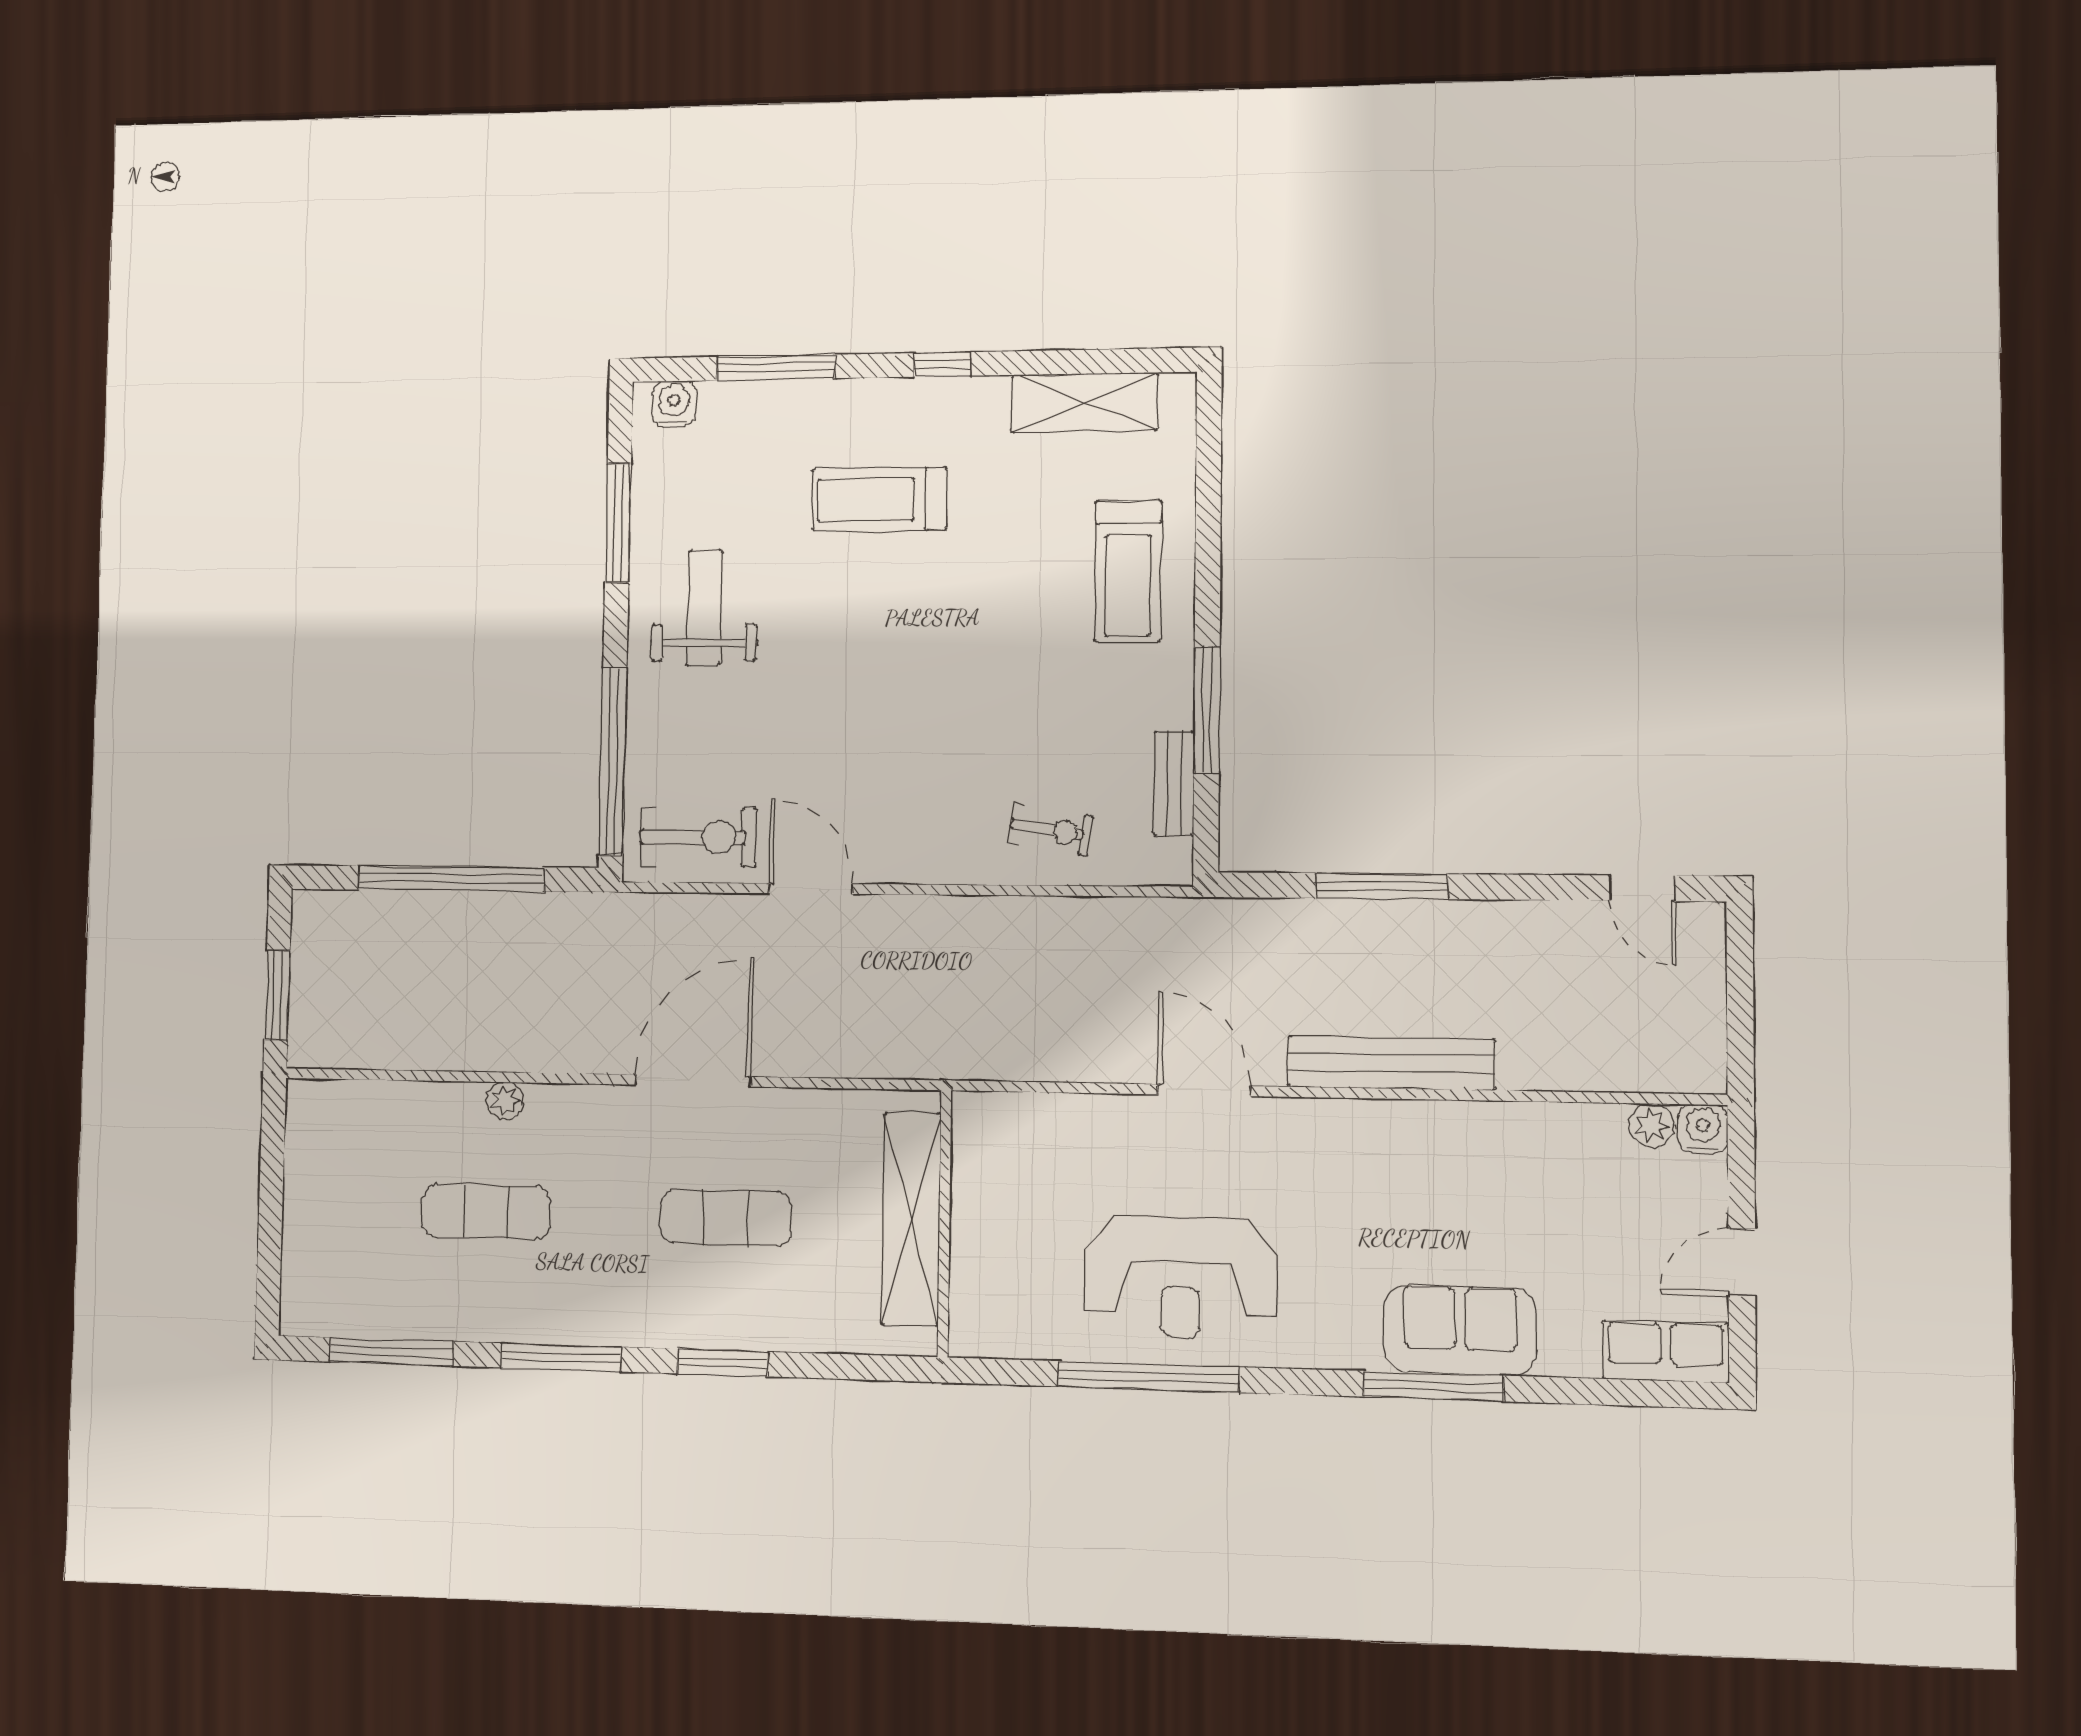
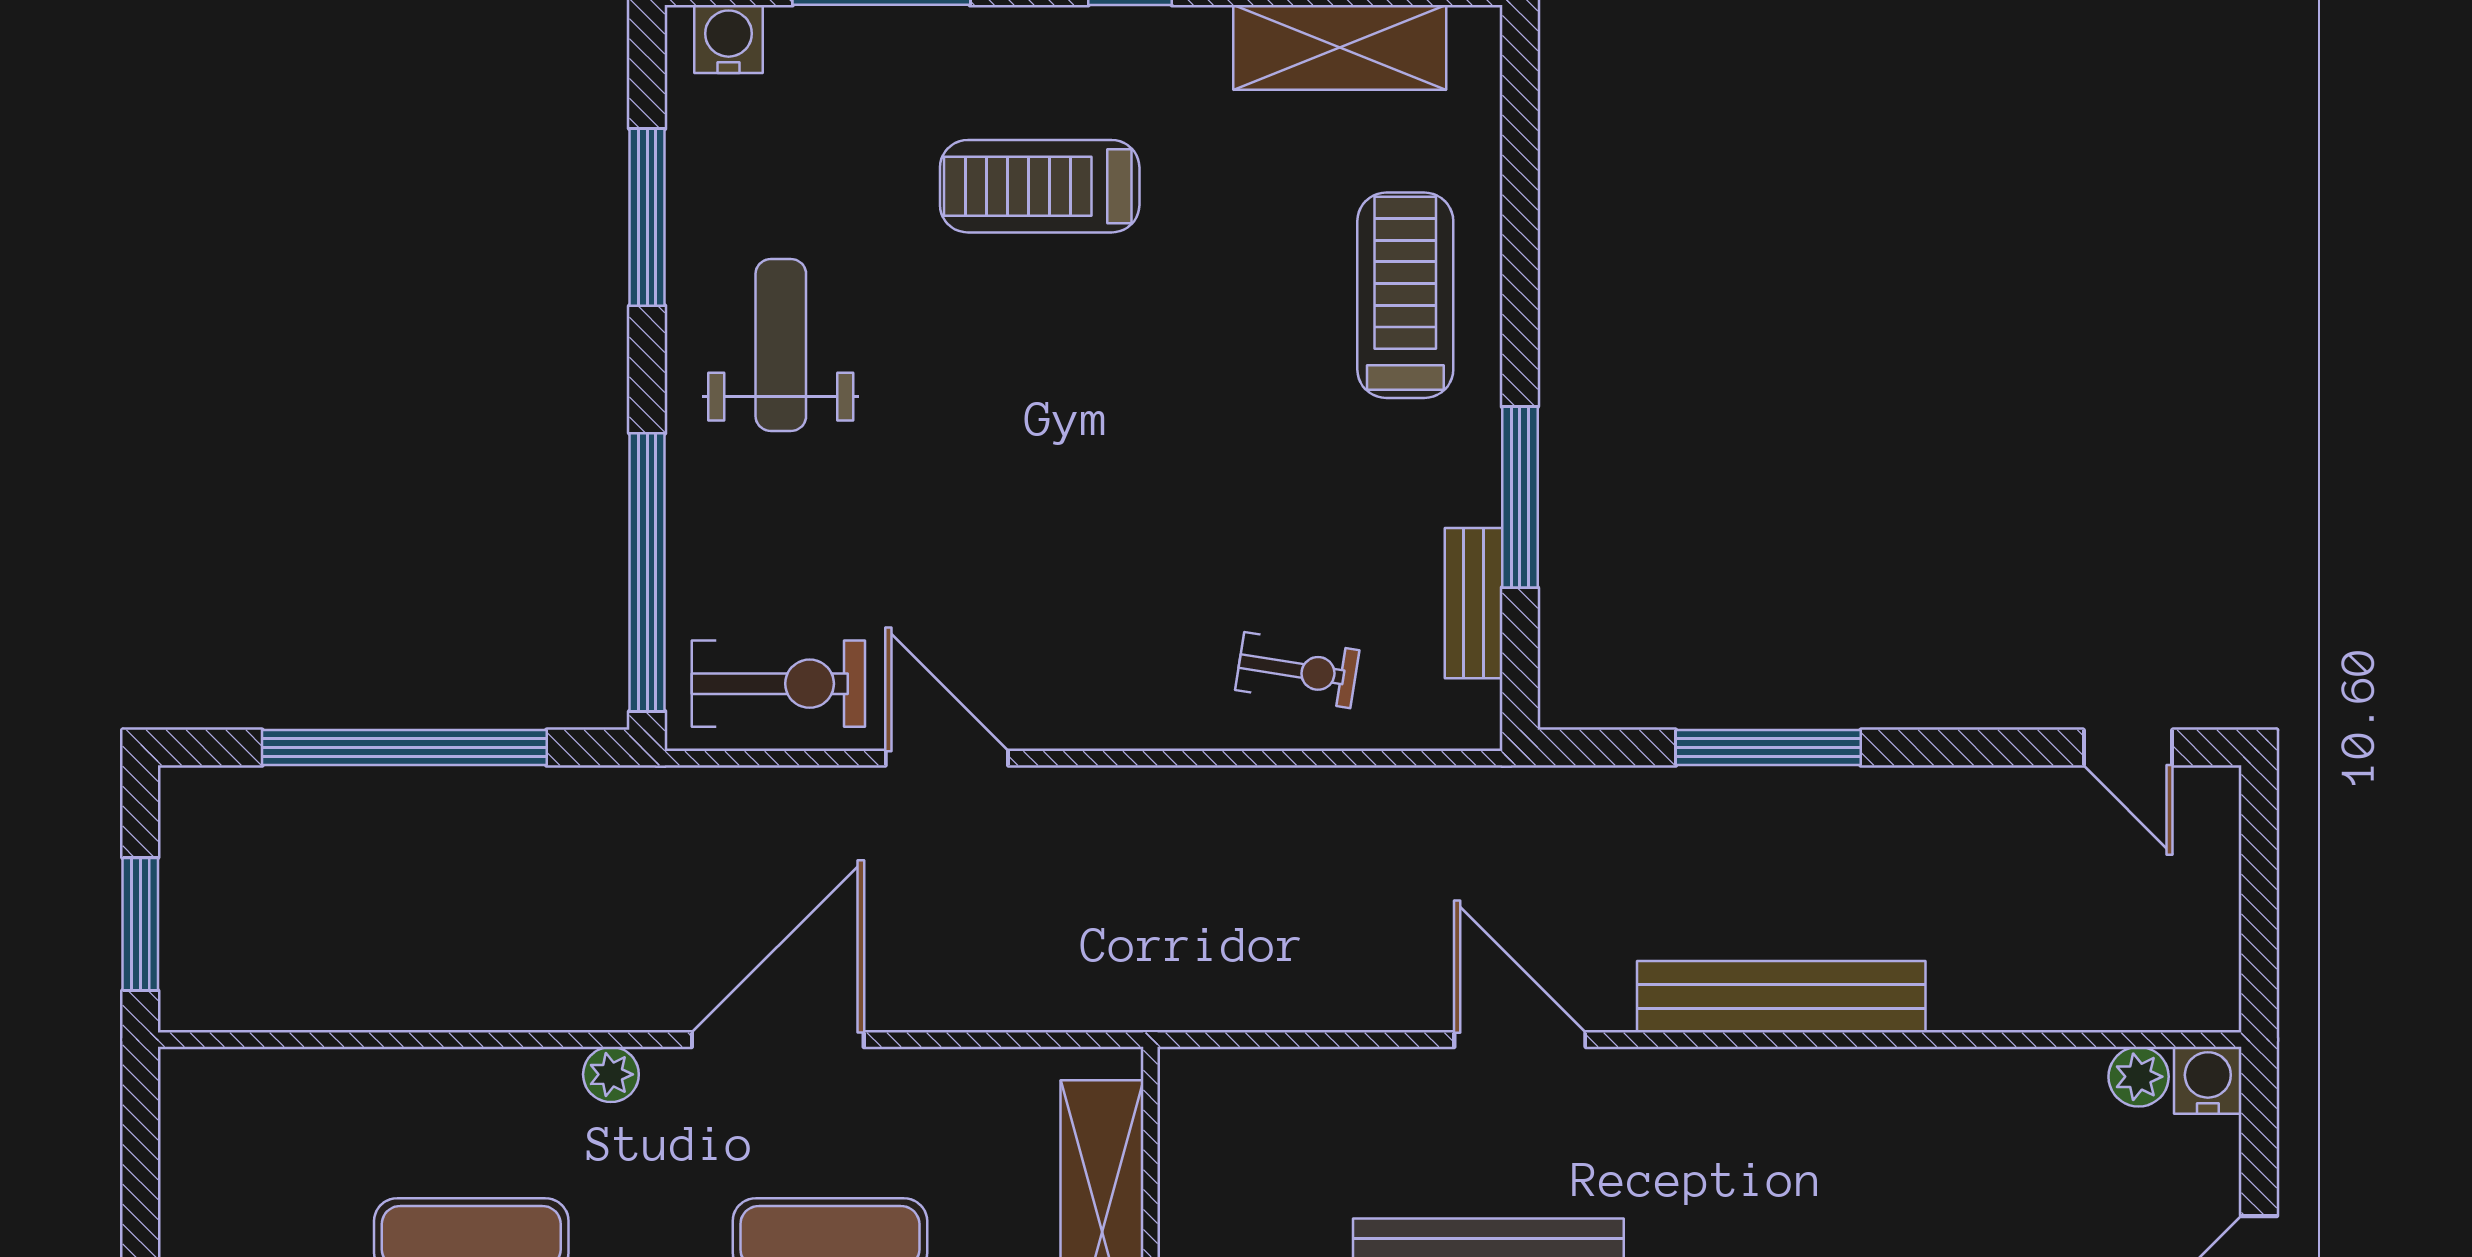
treadmill: (1128, 571) -> (1405, 295), turned 180
plant: (505, 1101) -> (611, 1074), moved

